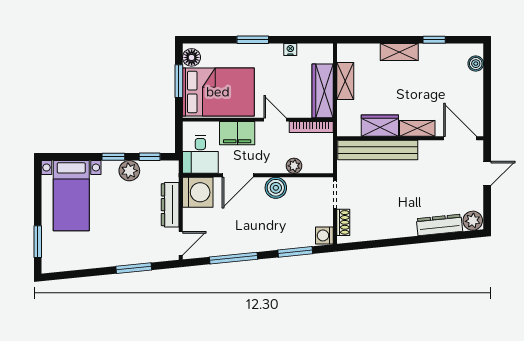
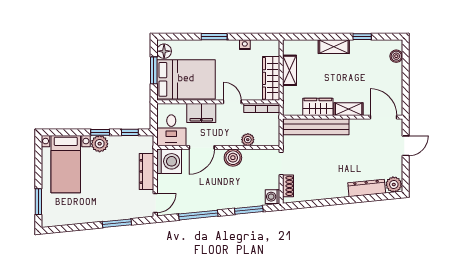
plant: (129, 171) -> (100, 144), moved

